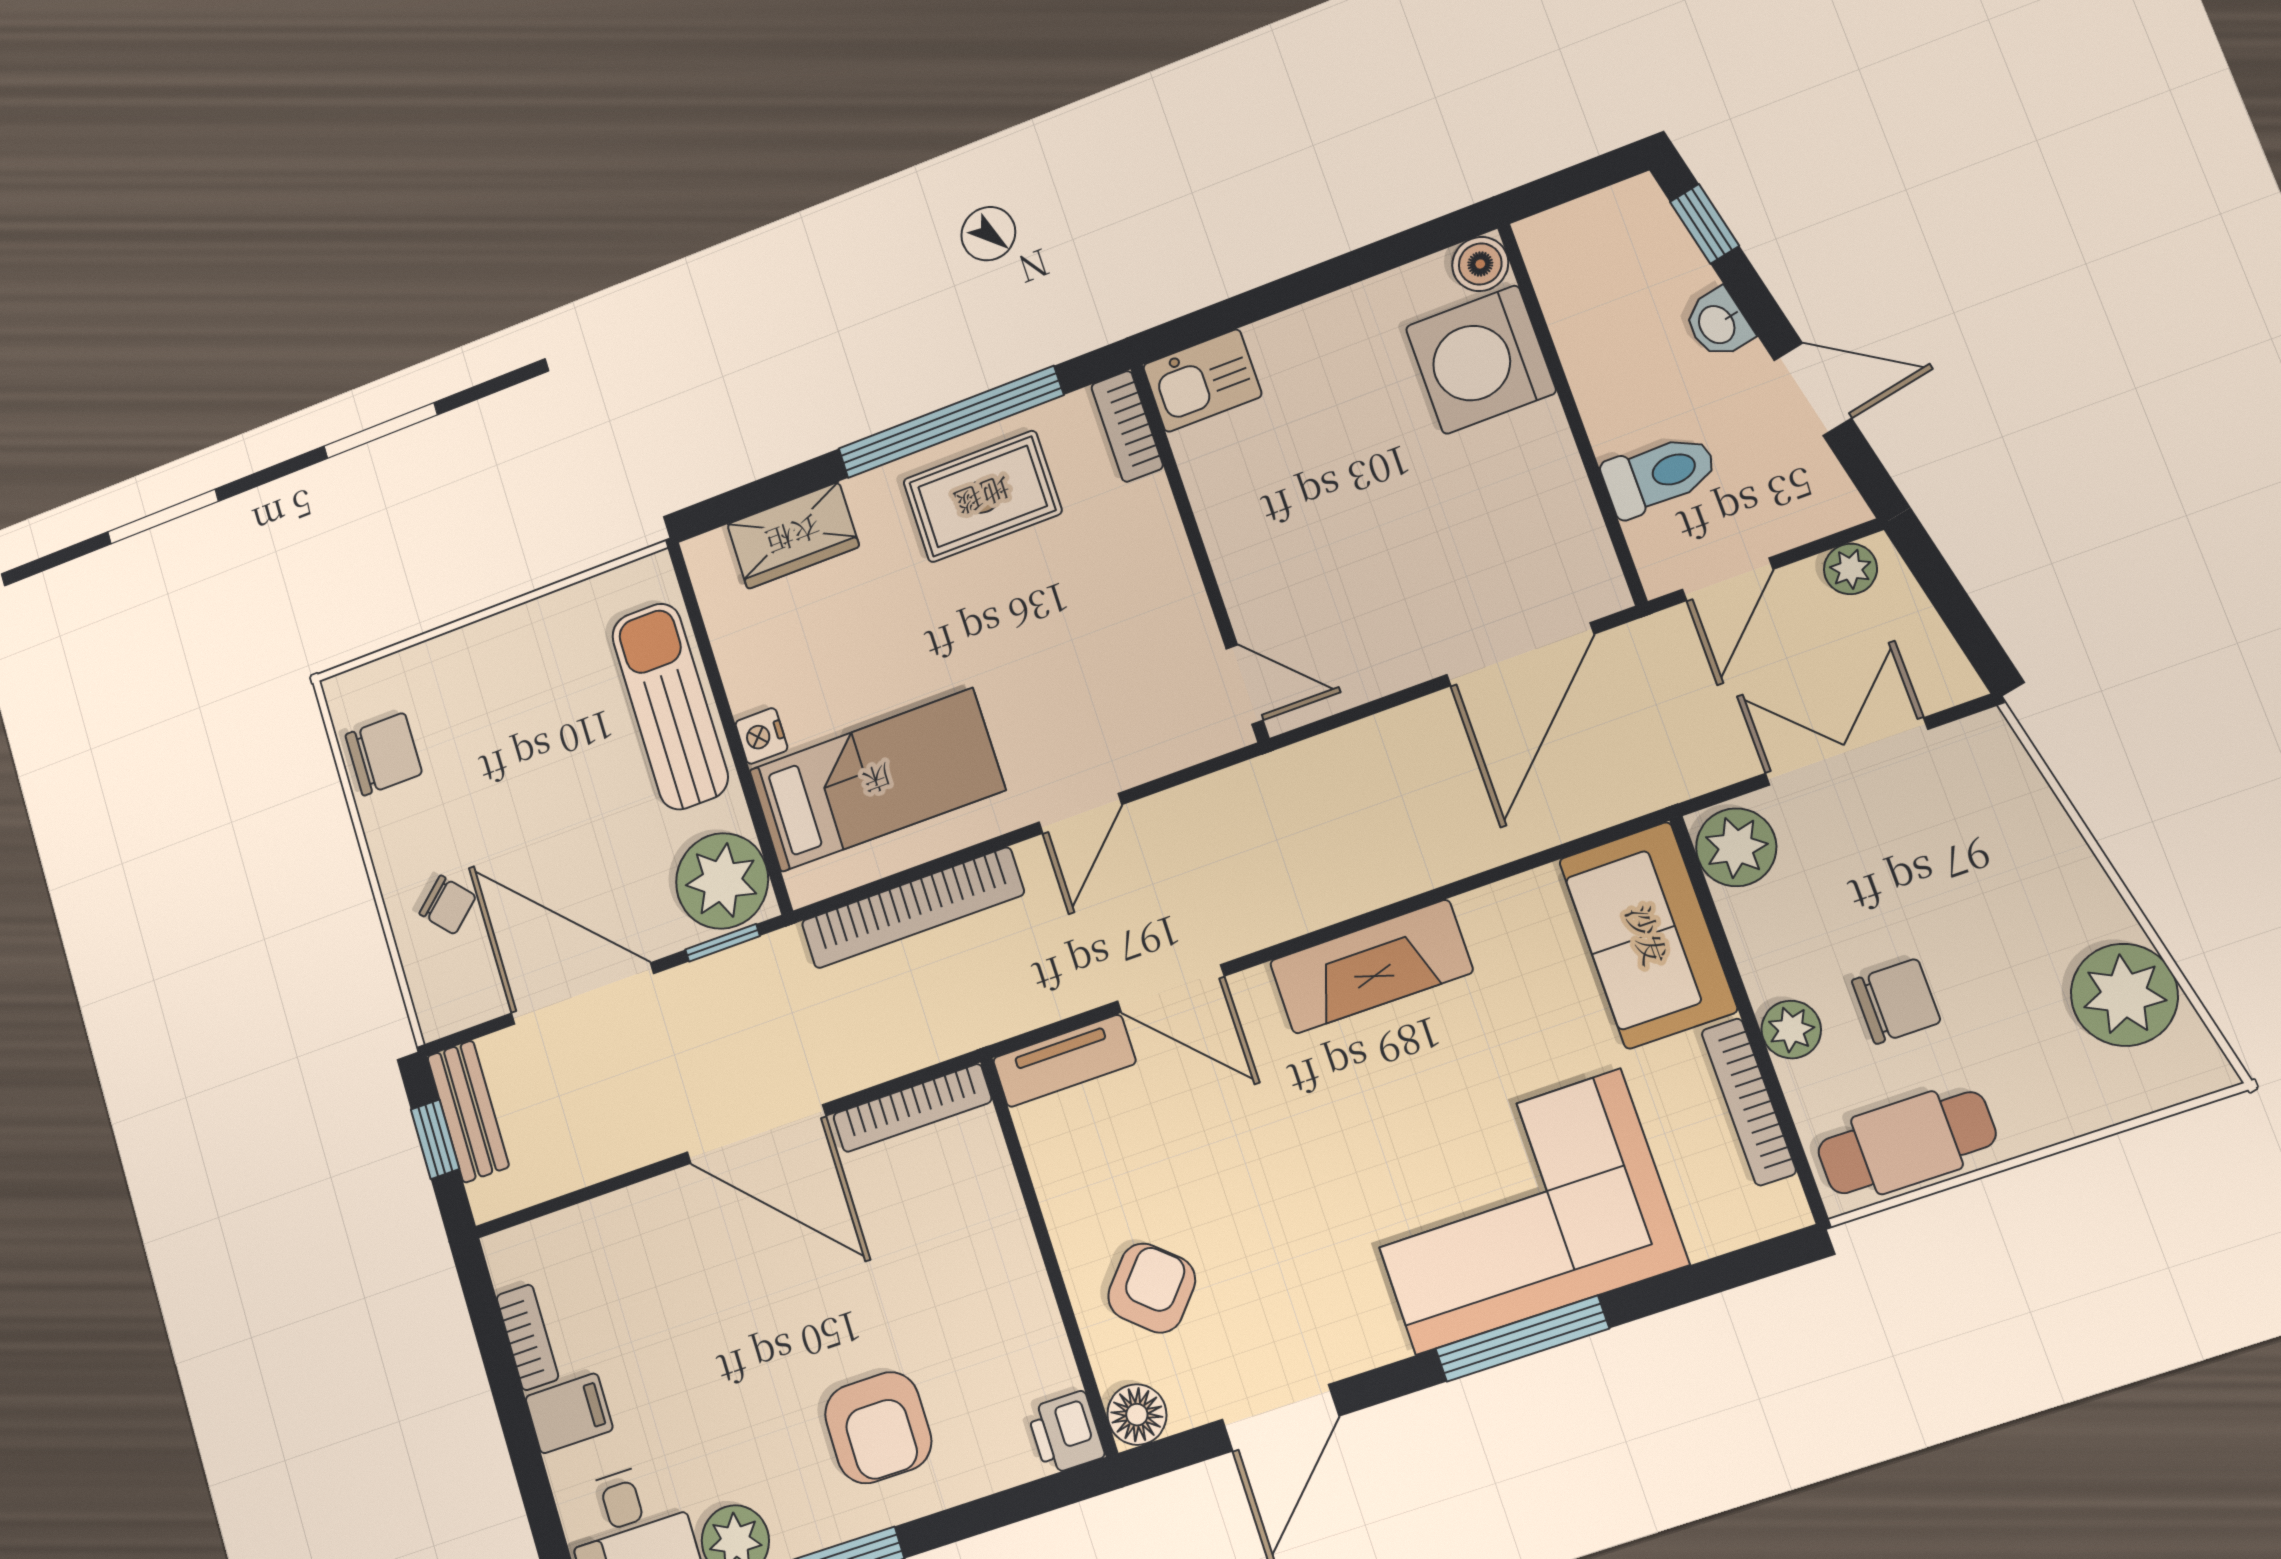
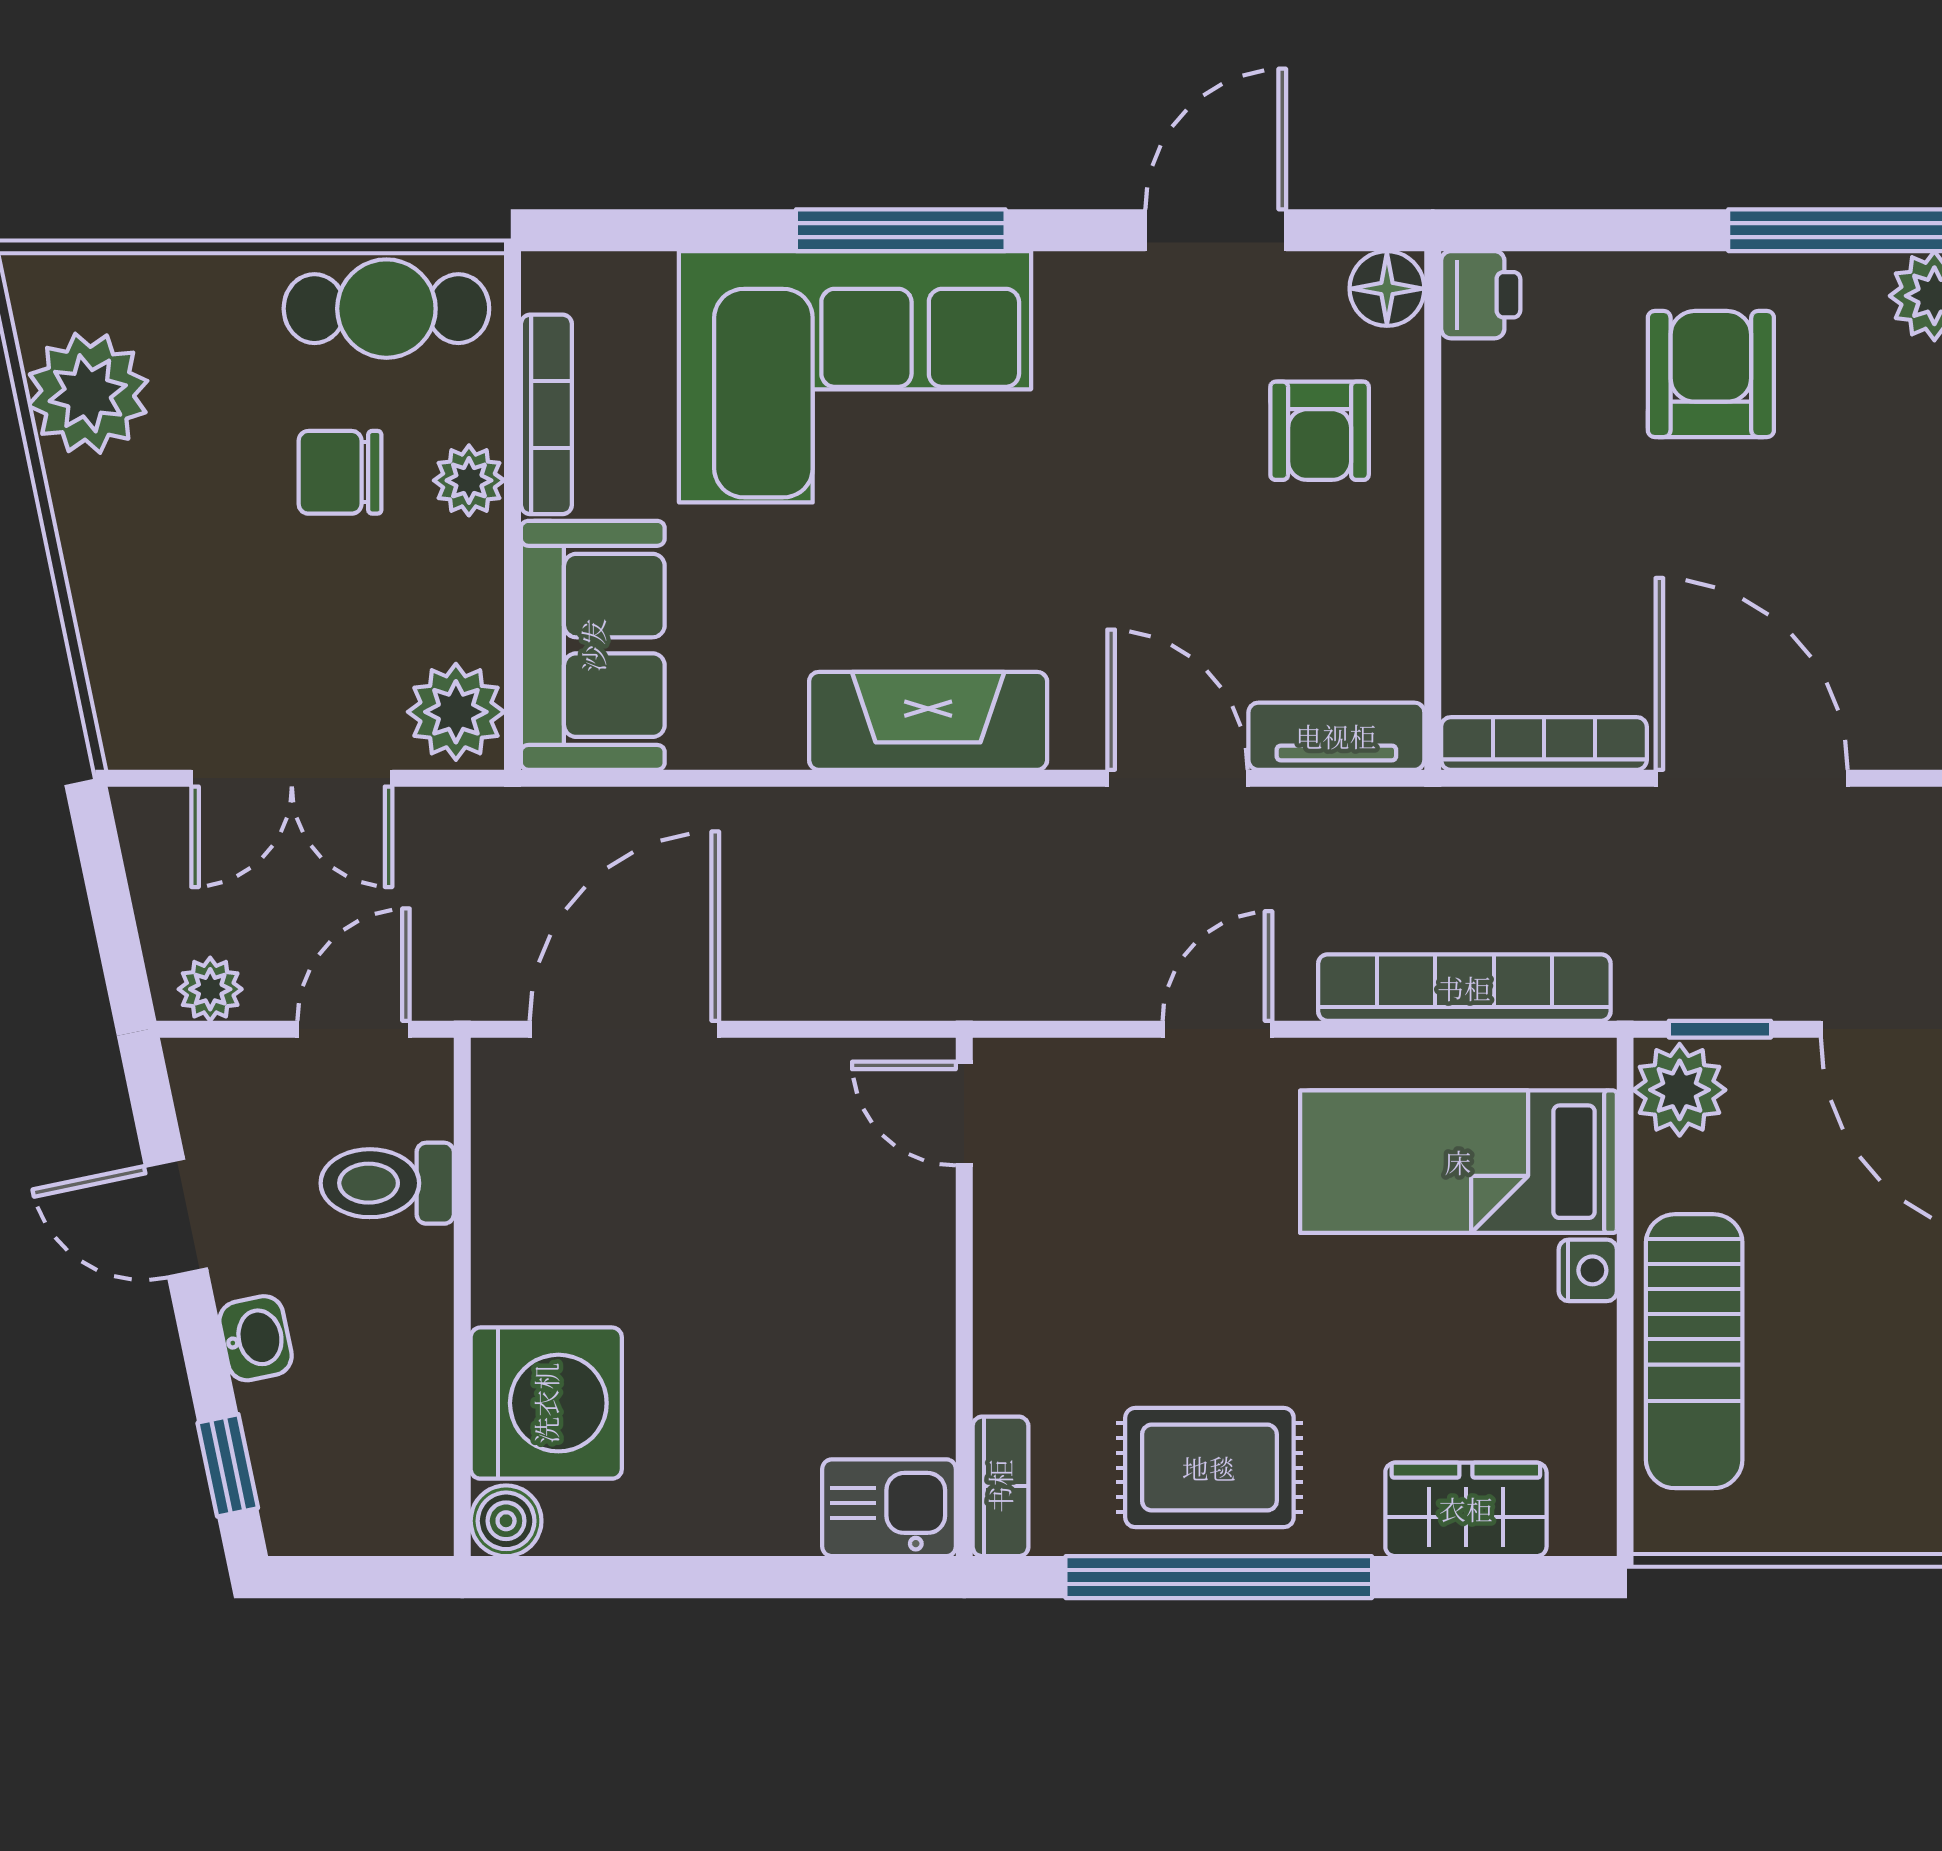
plant: (722, 881) -> (1680, 1090), width x0.73, depth x0.73
armchair: (1152, 1288) -> (1320, 431), turned -41

